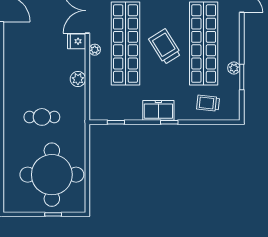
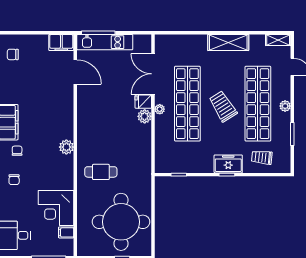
plant: (234, 68) -> (285, 106), moved
plant: (78, 79) -> (145, 116), moved
freezer: (158, 110) -> (228, 164), moved
cafe table: (42, 117) -> (101, 172), moved

